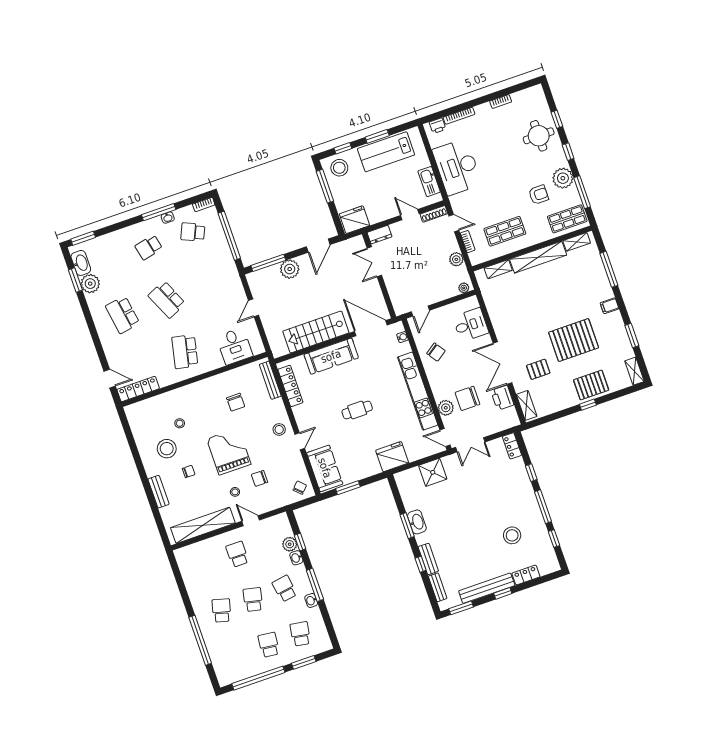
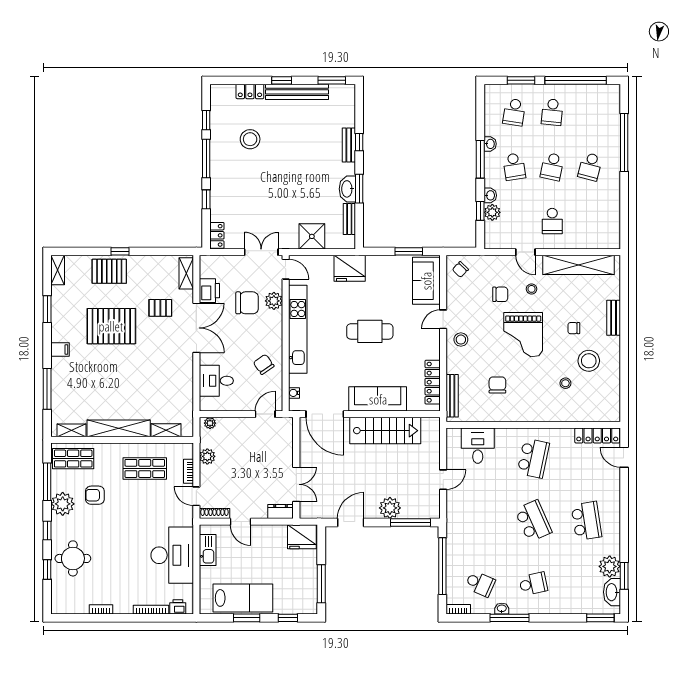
stool: (339, 168) -> (299, 598), removed
cafe table: (357, 410) -> (370, 331), width x1.37, depth x1.35
bench: (438, 587) -> (349, 219), moved

